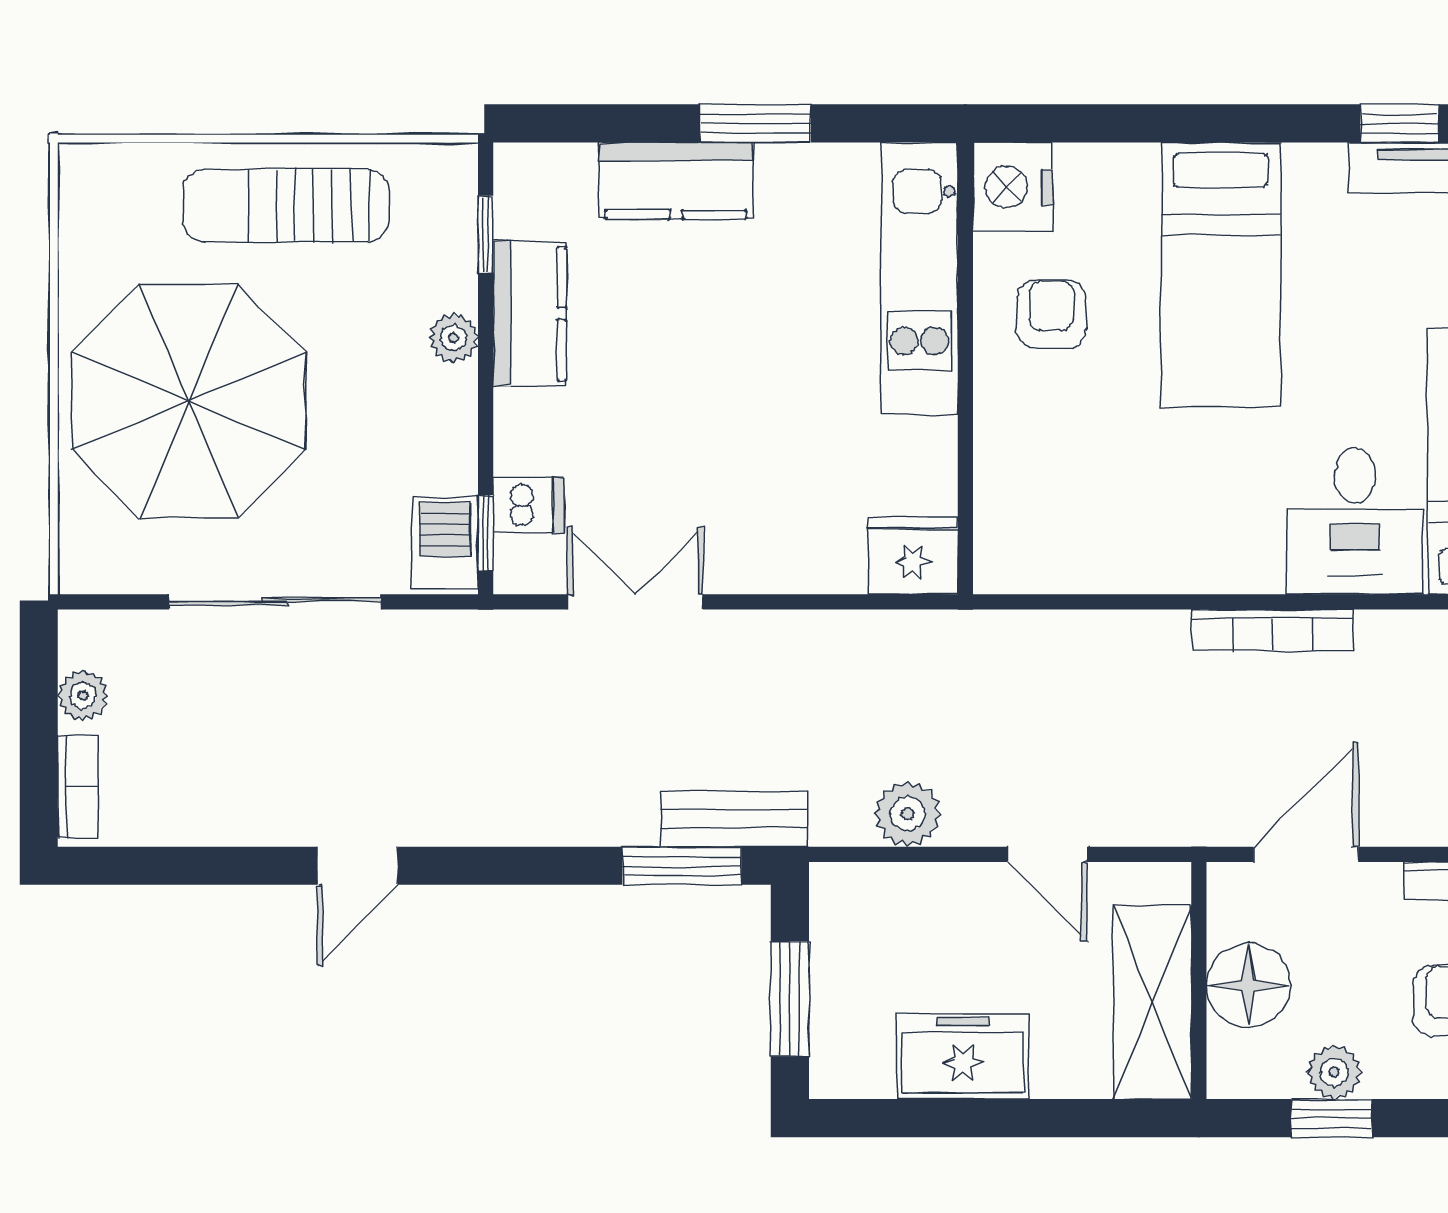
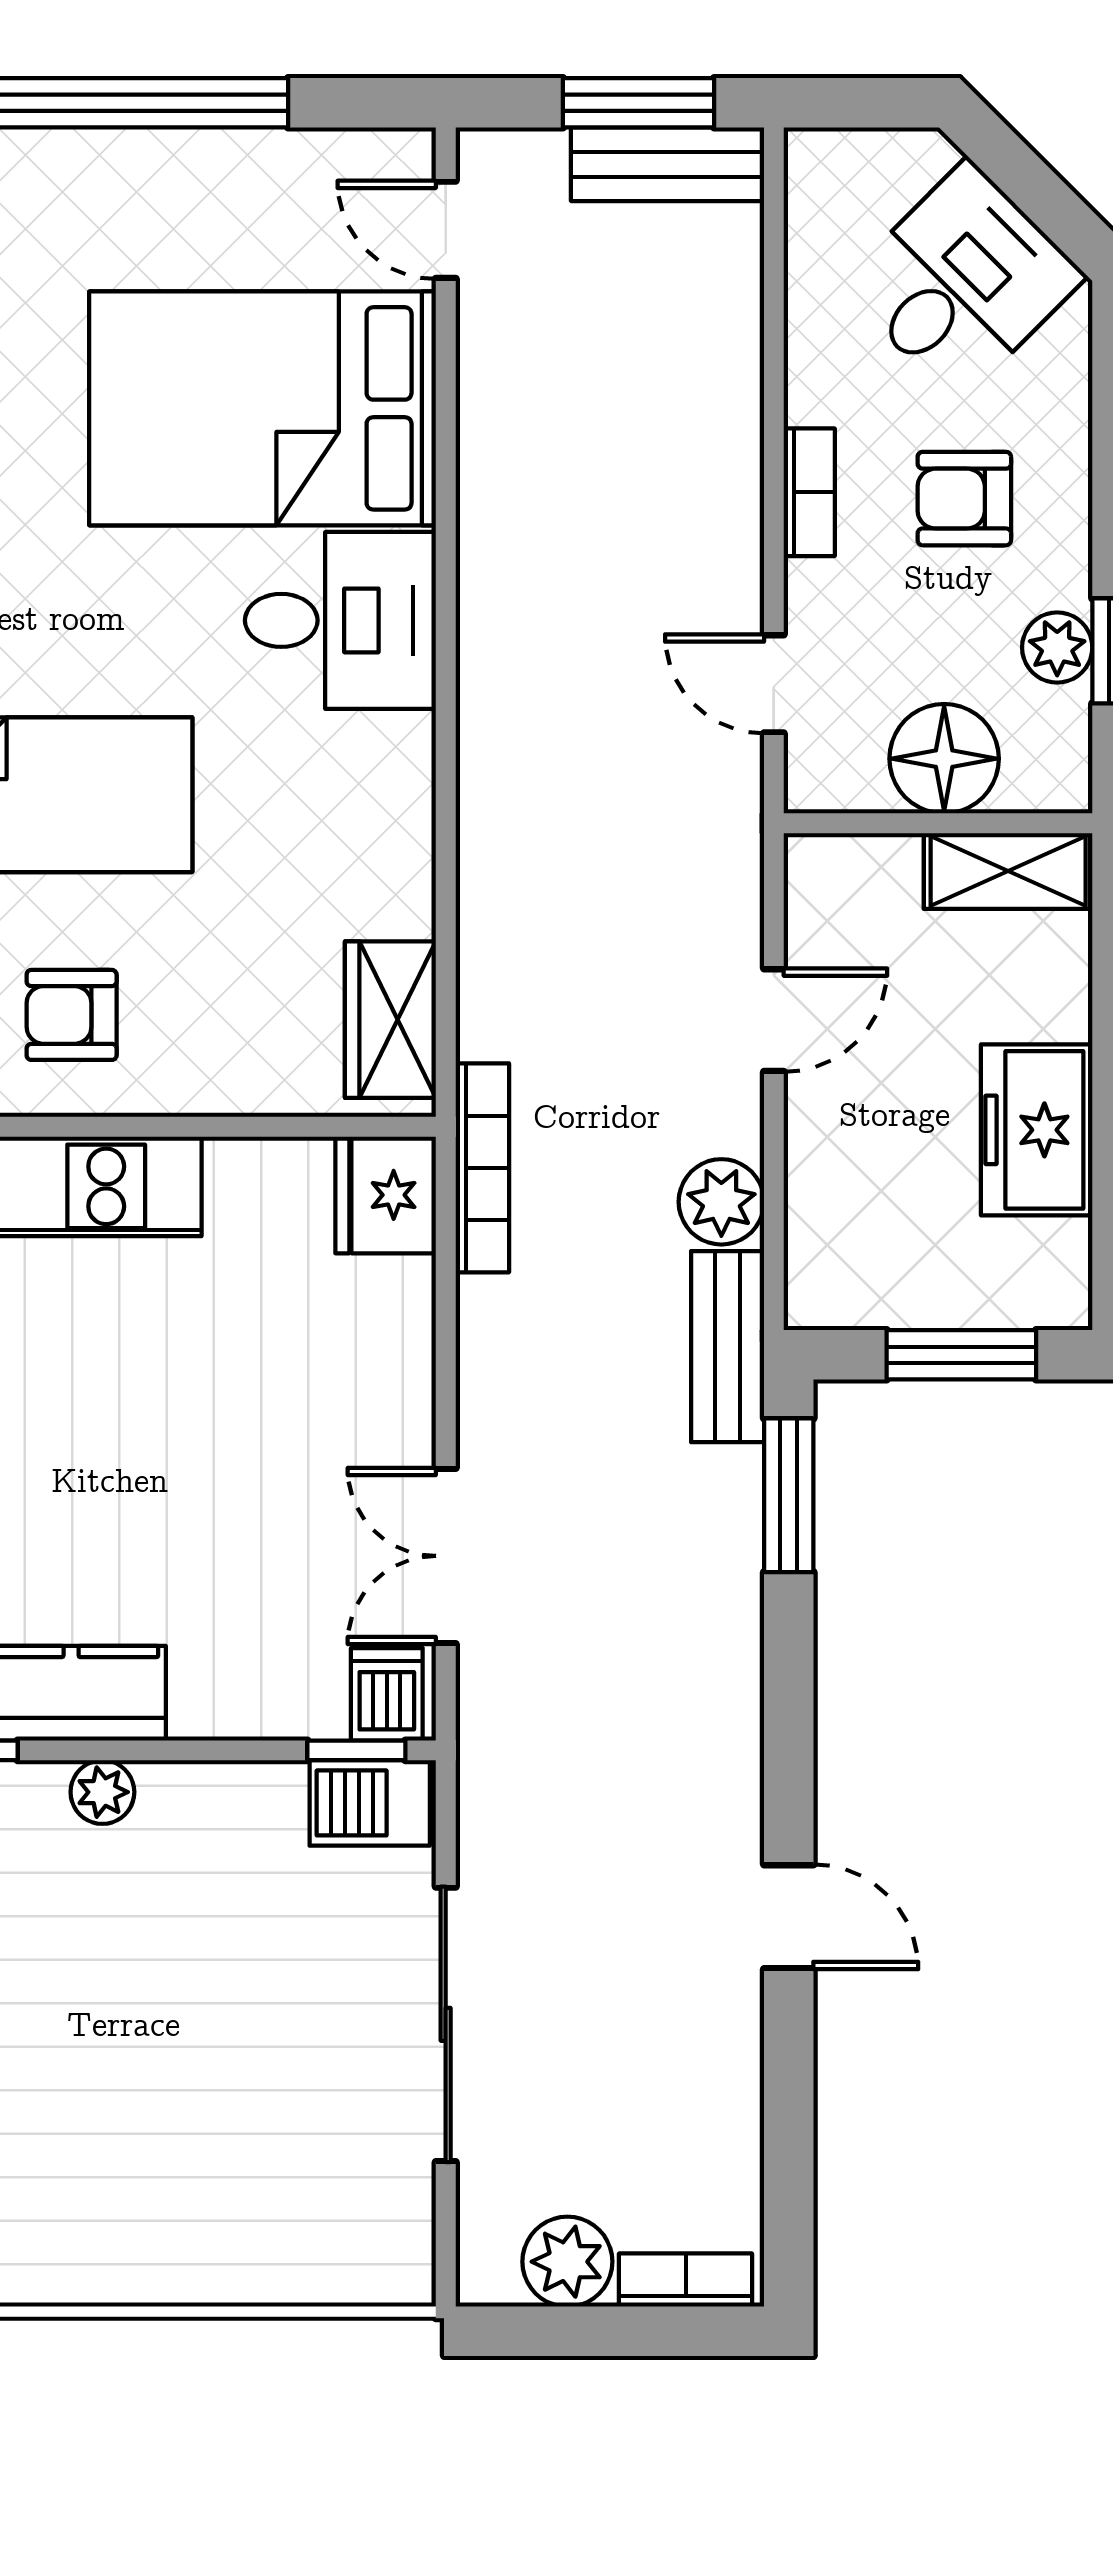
parasol: (189, 401) -> (184, 2137), removed
dishwasher: (529, 506) -> (387, 1694), moved
wardrobe: (1048, 559) -> (390, 1020), added
bookcase: (1272, 630) -> (482, 1168), moved
plant: (83, 696) -> (567, 2262), width x1.38, depth x1.38
bench: (734, 819) -> (728, 1347), moved
door: (1306, 854) -> (774, 684), width x0.73
shelving: (1152, 1002) -> (1008, 871), width x0.67, depth x0.75

